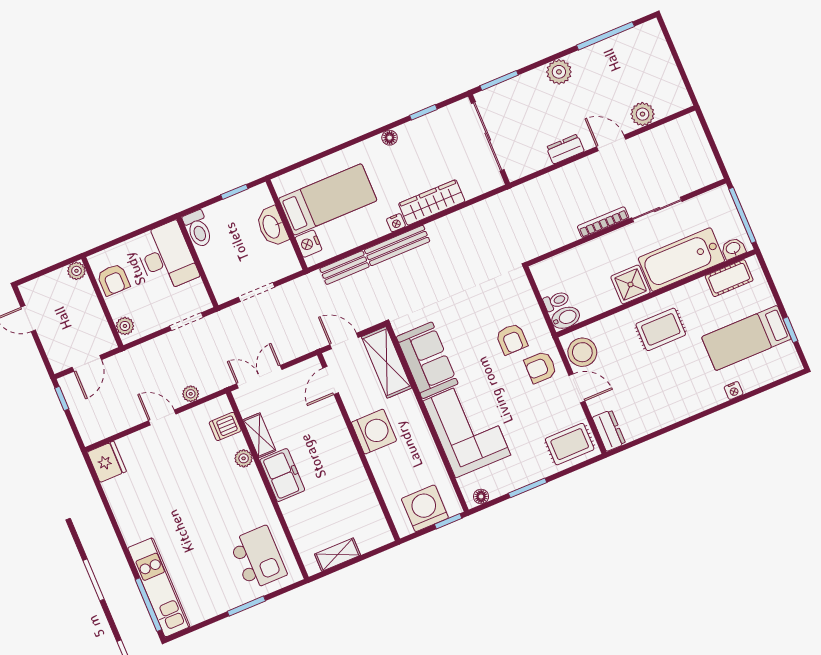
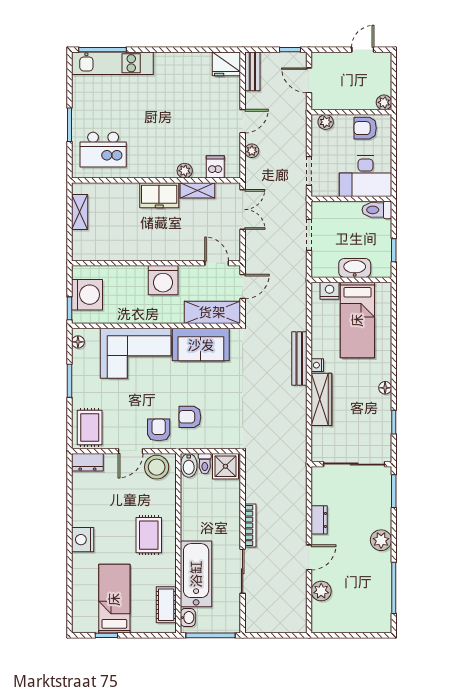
bench: (344, 268) -> (252, 71), moved
shower: (631, 284) -> (225, 466), moved
nightstand: (734, 391) -> (83, 540), moved, width x1.89, depth x1.79

